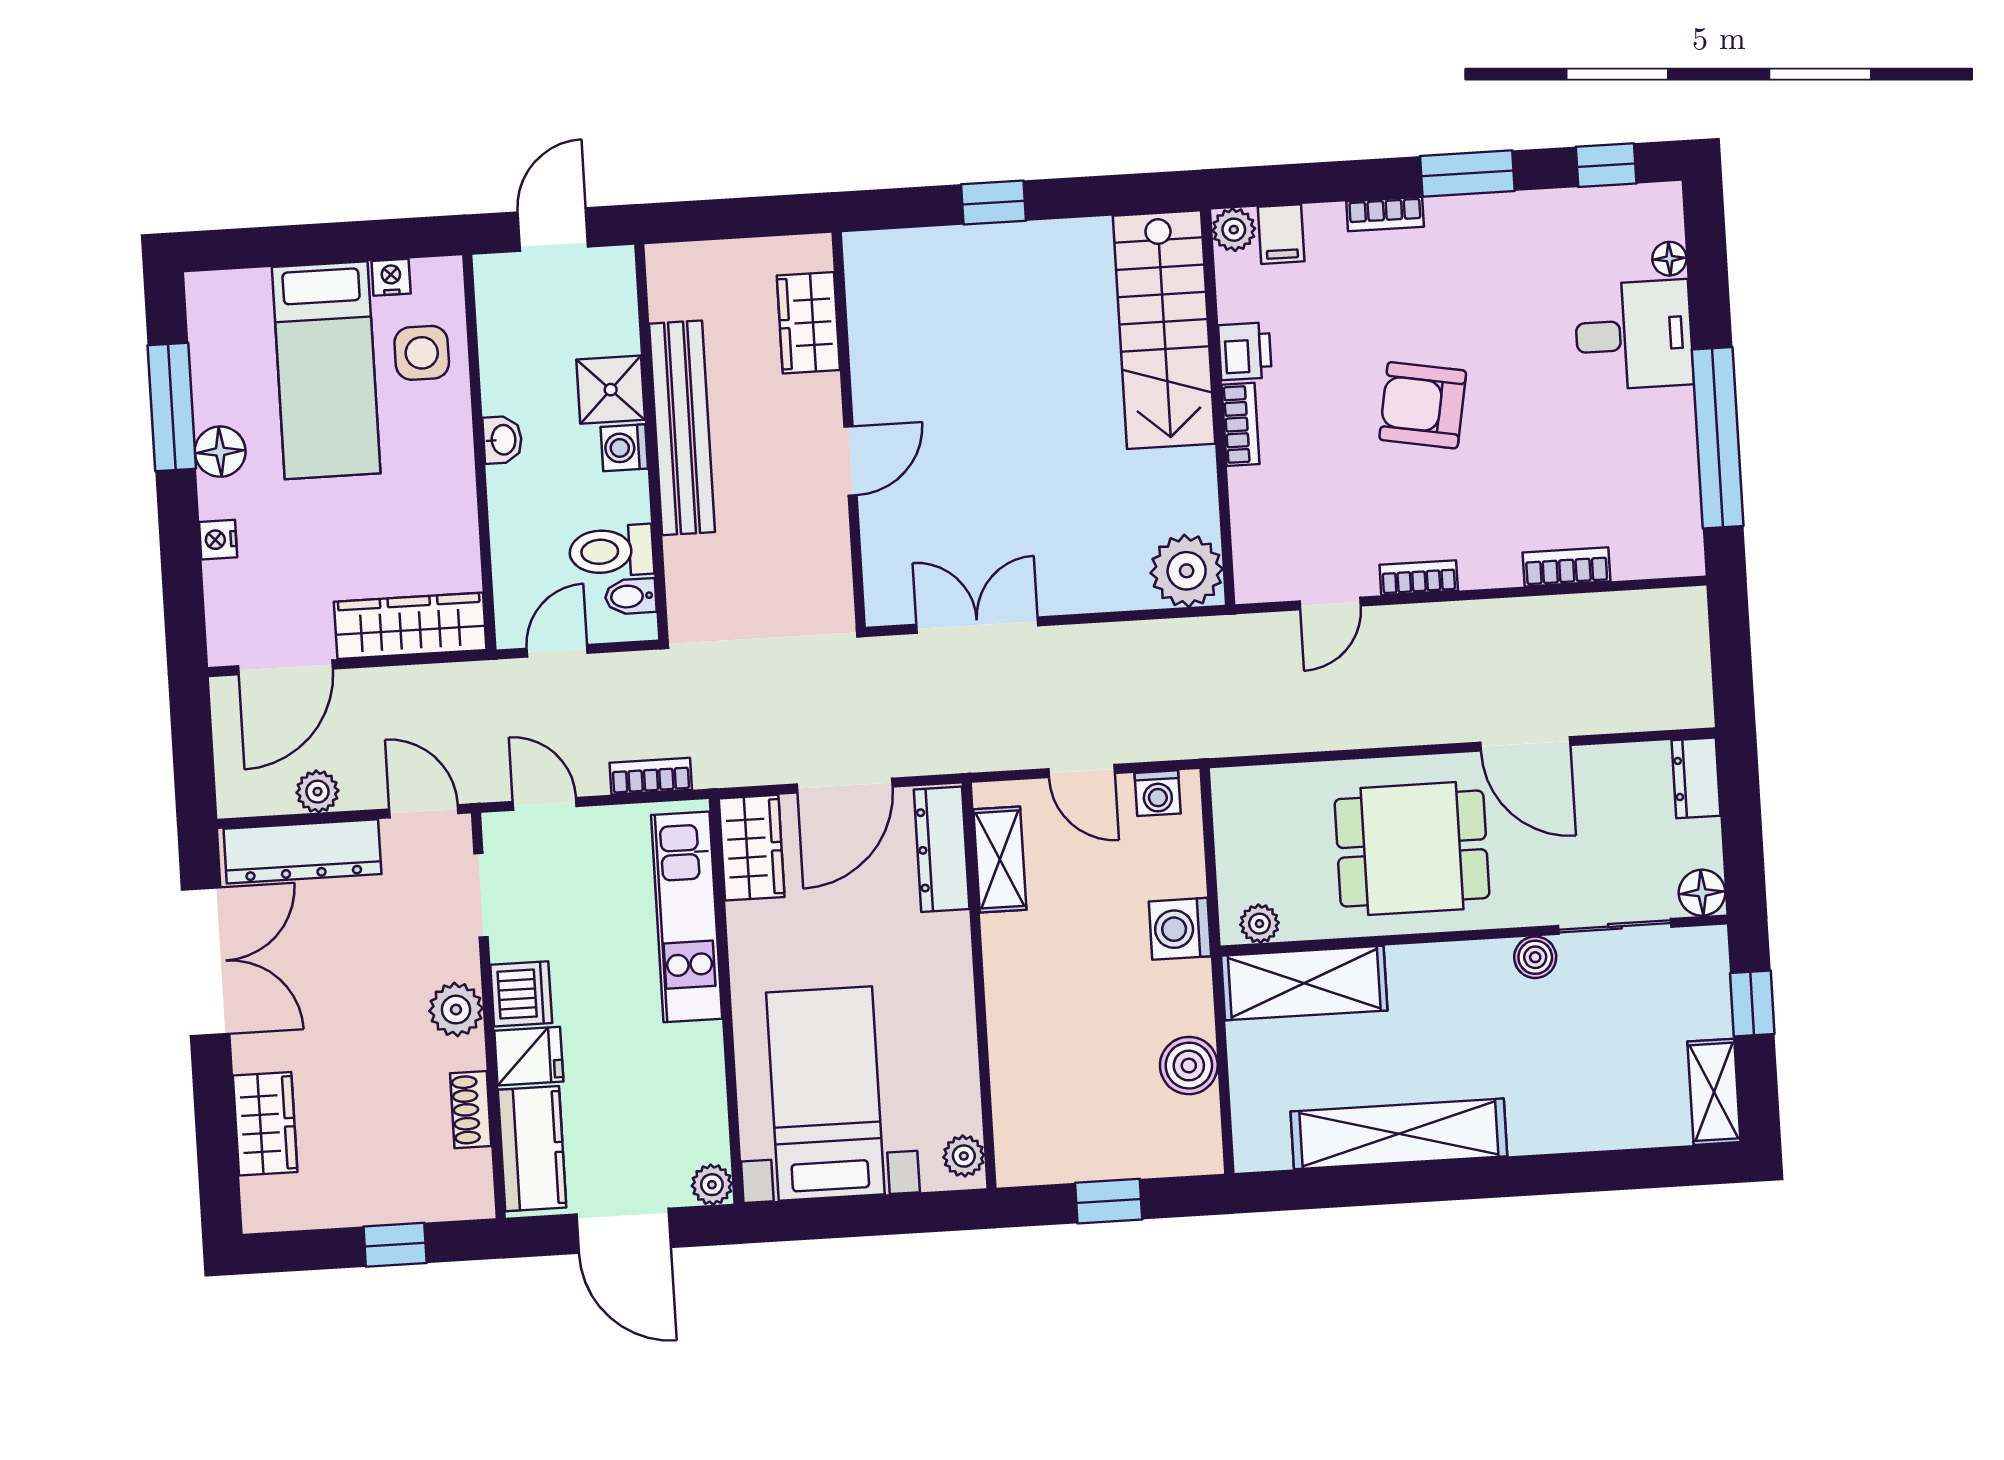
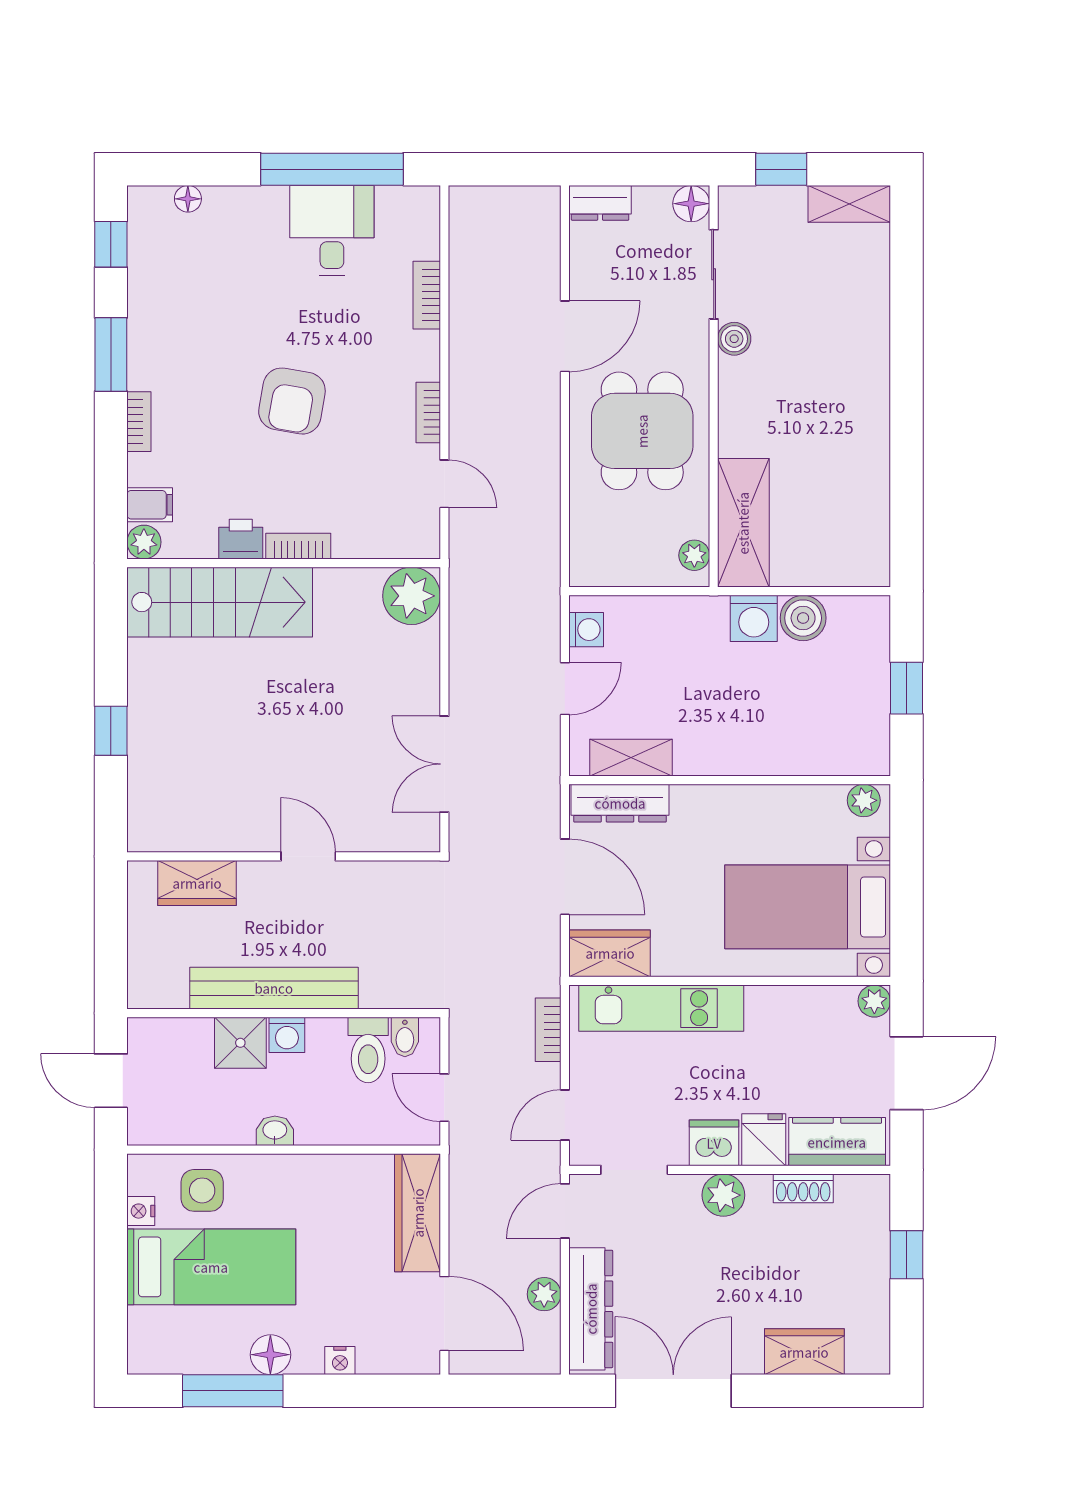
desk: (1634, 335) -> (332, 231), moved
washing machine: (1180, 929) -> (754, 618), moved
shelving: (1399, 1134) -> (867, 455), removed

